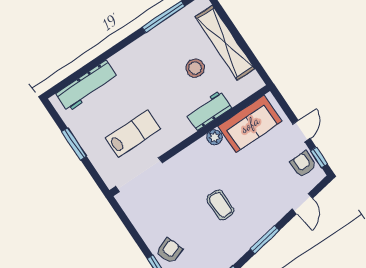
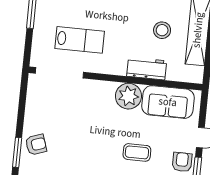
plant: (215, 137) -> (128, 96), width x1.87, depth x1.87
coffee table: (220, 205) -> (137, 152), moved, turned 90

